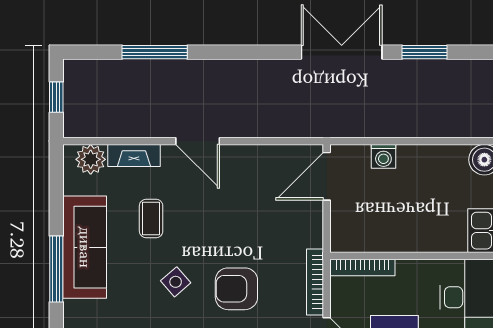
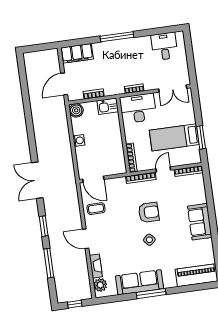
window: (424, 52) -> (44, 226), moved
door: (198, 141) -> (86, 239), swing flipped
washing machine: (383, 156) -> (79, 141), moved
coffee table: (151, 218) -> (96, 209), moved
armchair: (236, 289) -> (149, 212), turned -90

